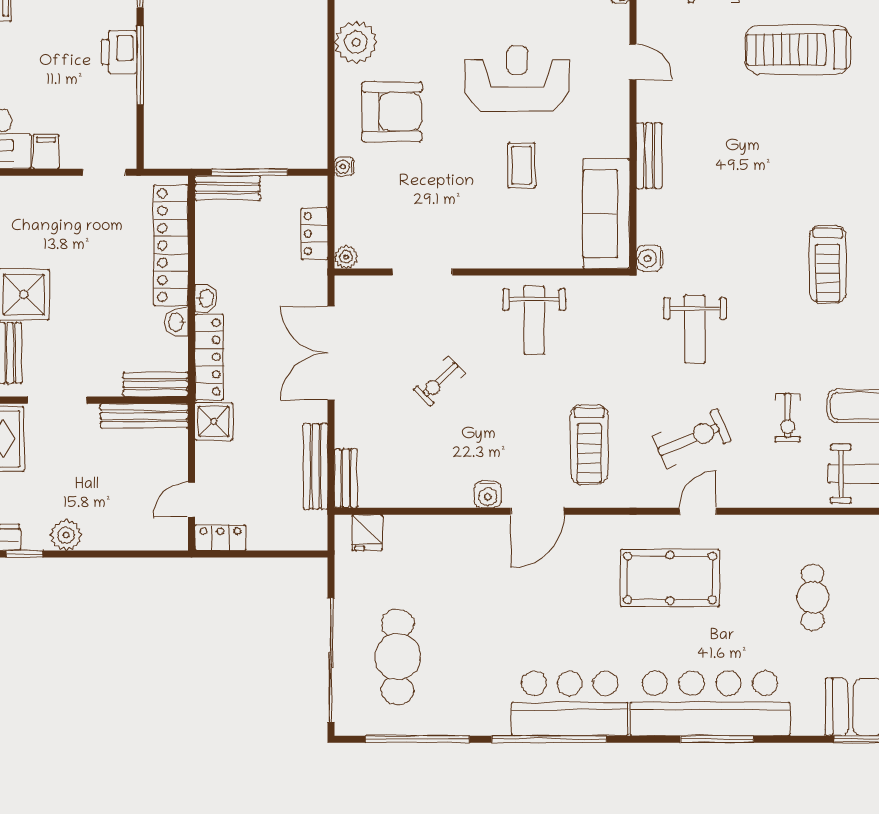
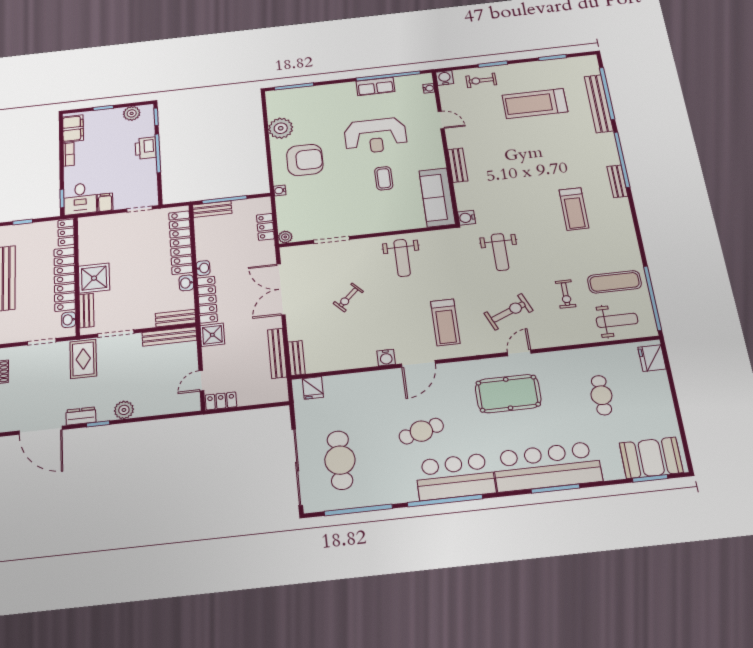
reception desk: (517, 79) -> (375, 136), turned 180
cafe table: (528, 624) -> (421, 431), added

